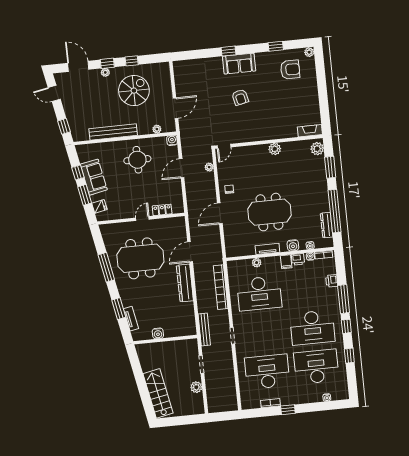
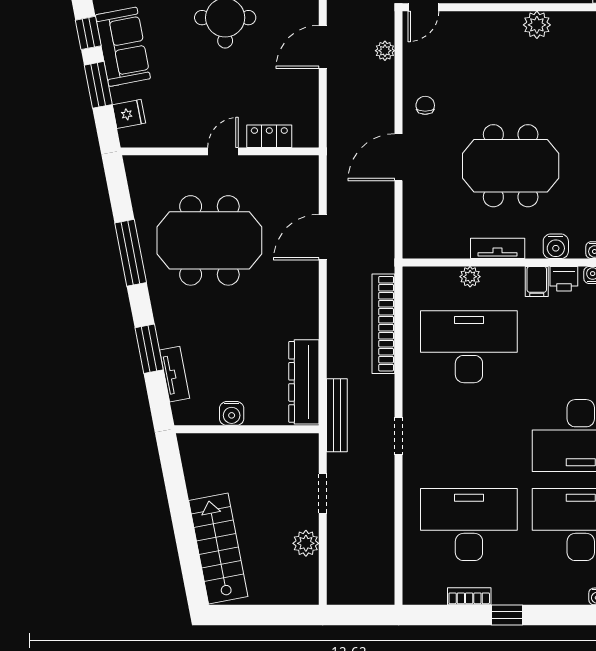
dresser: (185, 283) -> (304, 382), moved
desk: (259, 293) -> (469, 347), turned 180

